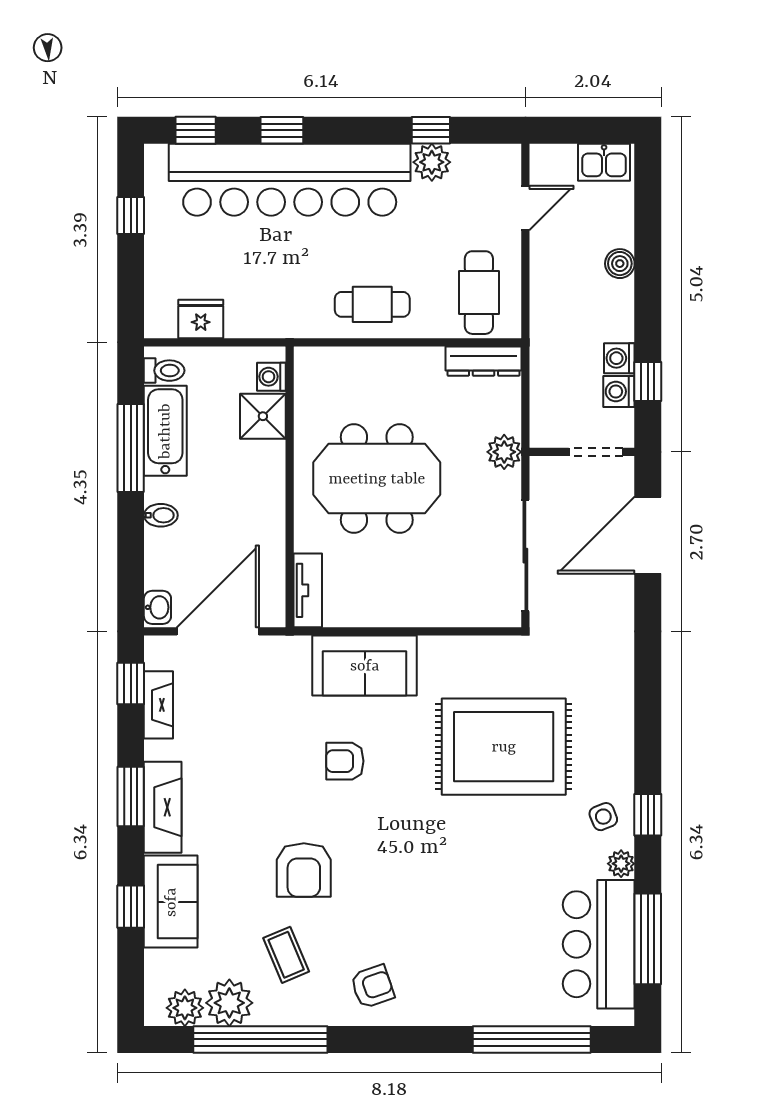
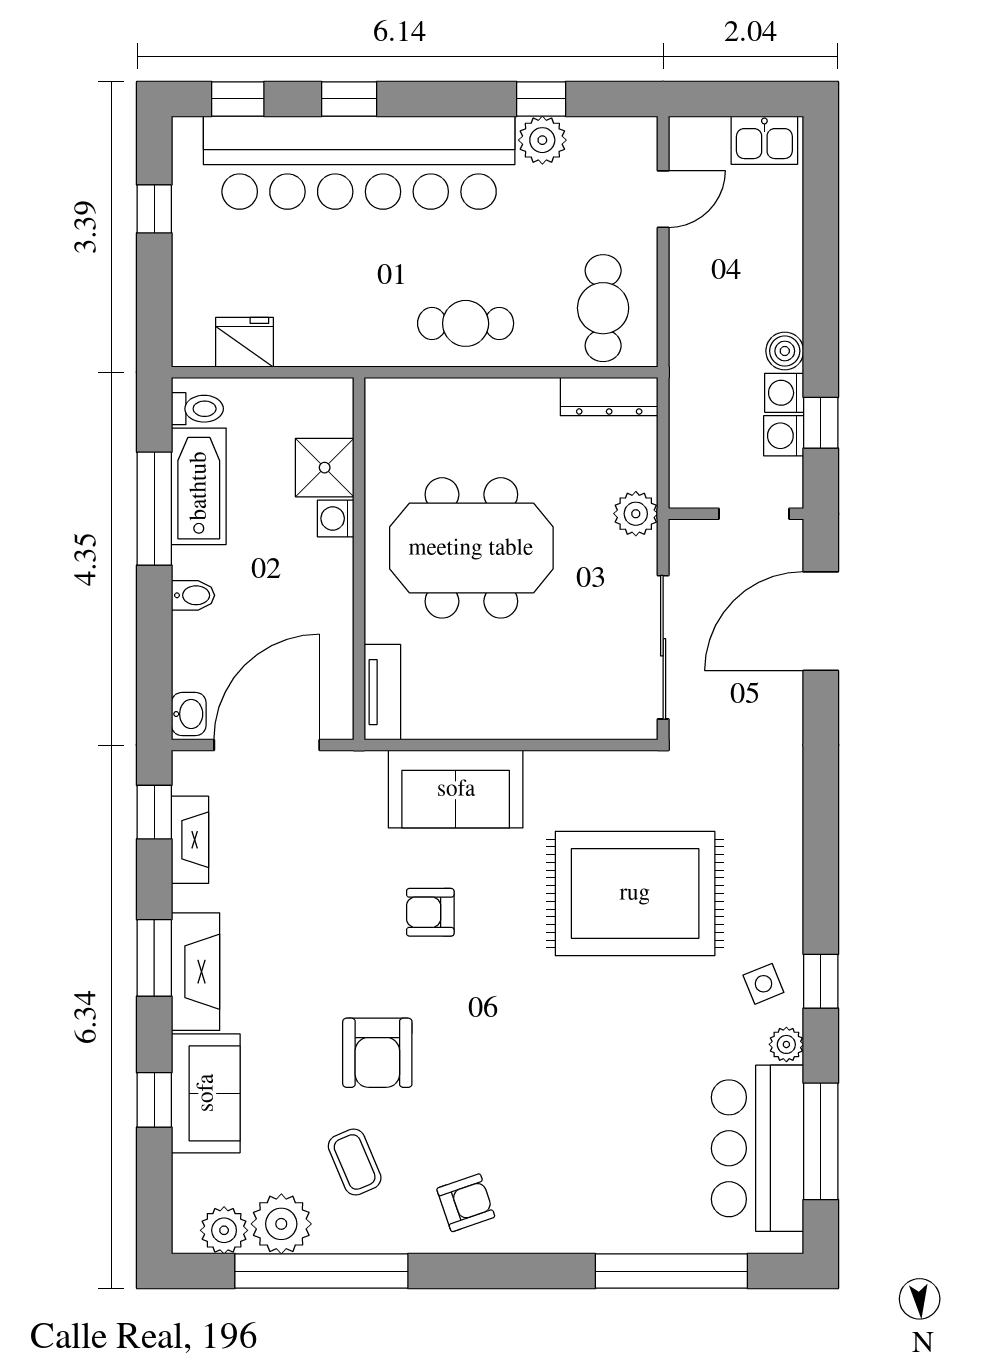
boiler: (620, 264) -> (785, 351), moved
washing machine: (271, 377) -> (336, 518), moved

